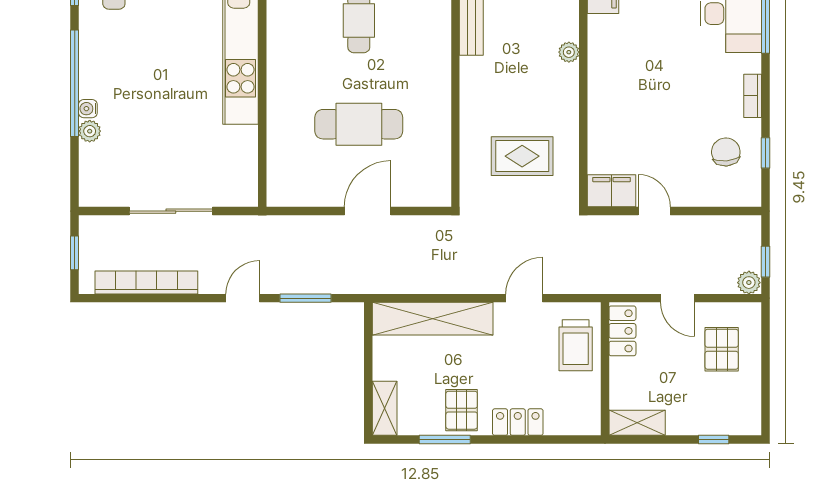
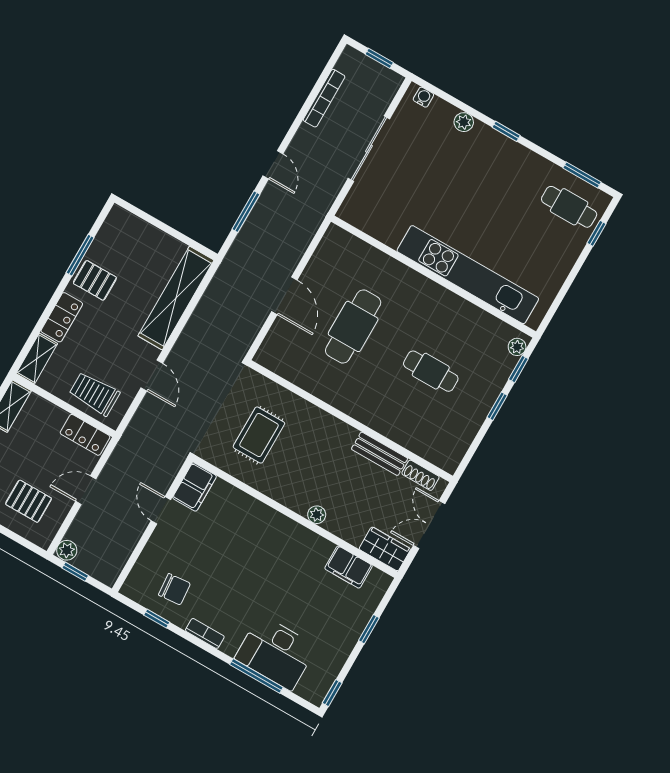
window: (75, 83) -> (506, 131), width x0.32
water cooler: (88, 109) -> (423, 97), moved
door: (654, 211) -> (161, 510), swing flipped
bookcase: (146, 282) -> (324, 98), width x0.68, depth x0.76
shelving: (385, 408) -> (37, 359), moved, turned 90

